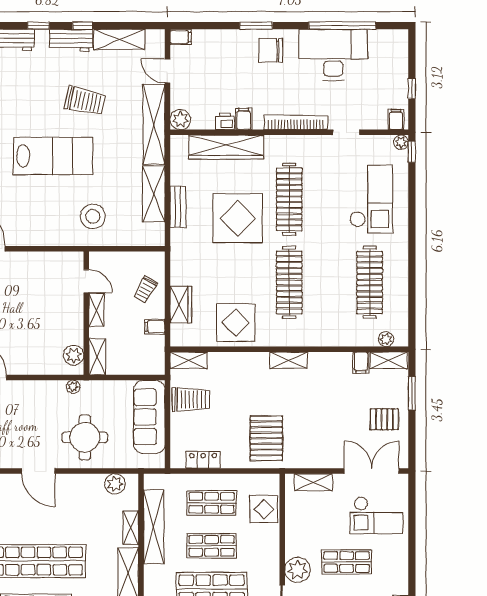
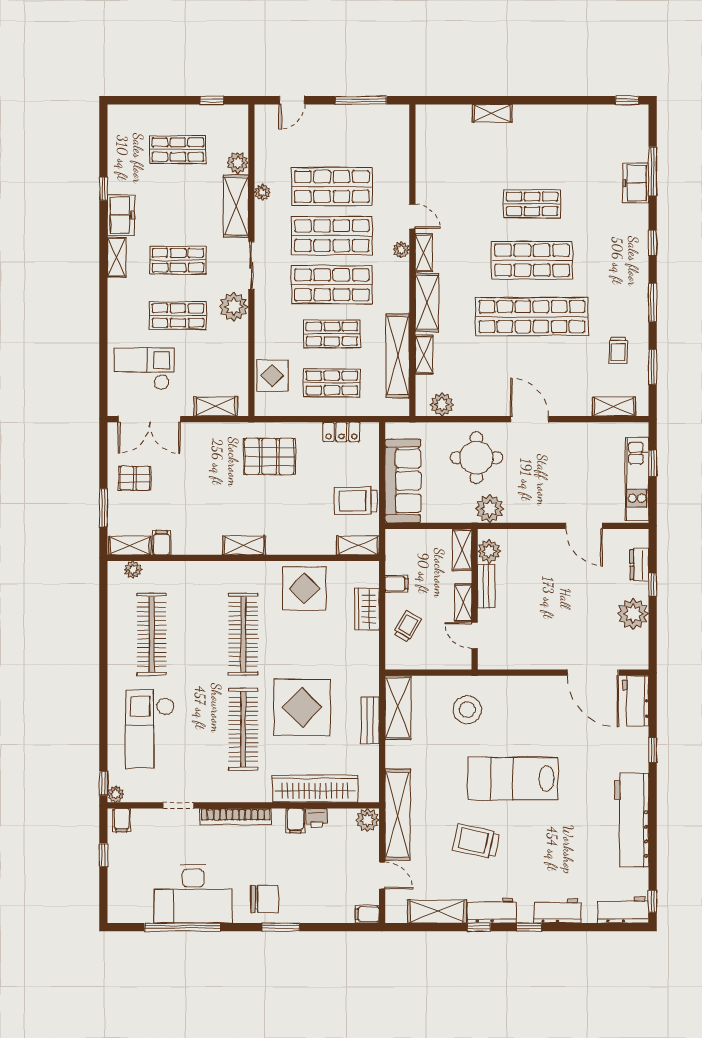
shelving: (154, 194) -> (398, 708), moved
bench: (76, 325) -> (486, 586), added
plant: (73, 387) -> (490, 509), width x1.88, depth x1.88
pallet: (266, 438) -> (269, 457), turned 90

